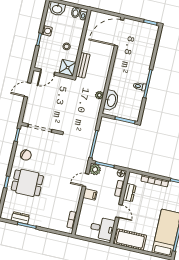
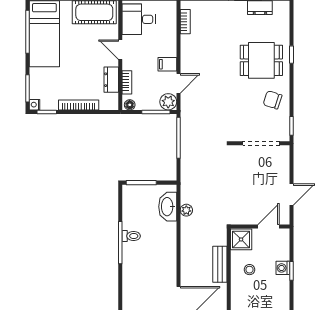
washing machine: (47, 31) -> (283, 268), moved
bench: (83, 65) -> (220, 264), moved

